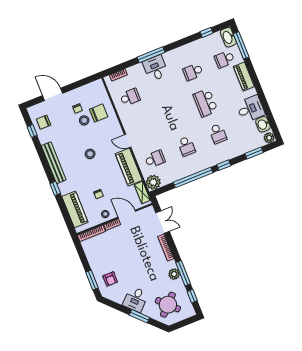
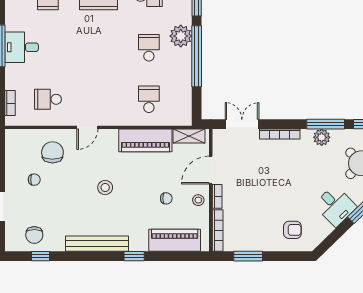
school desk: (130, 97) -> (48, 99), turned -90
stool: (84, 120) -> (55, 177), removed
door: (128, 141) -> (87, 127), moved
school desk: (186, 146) -> (149, 48), turned -90
plant: (153, 182) -> (181, 36), moved
window: (92, 280) -> (248, 256), moved

